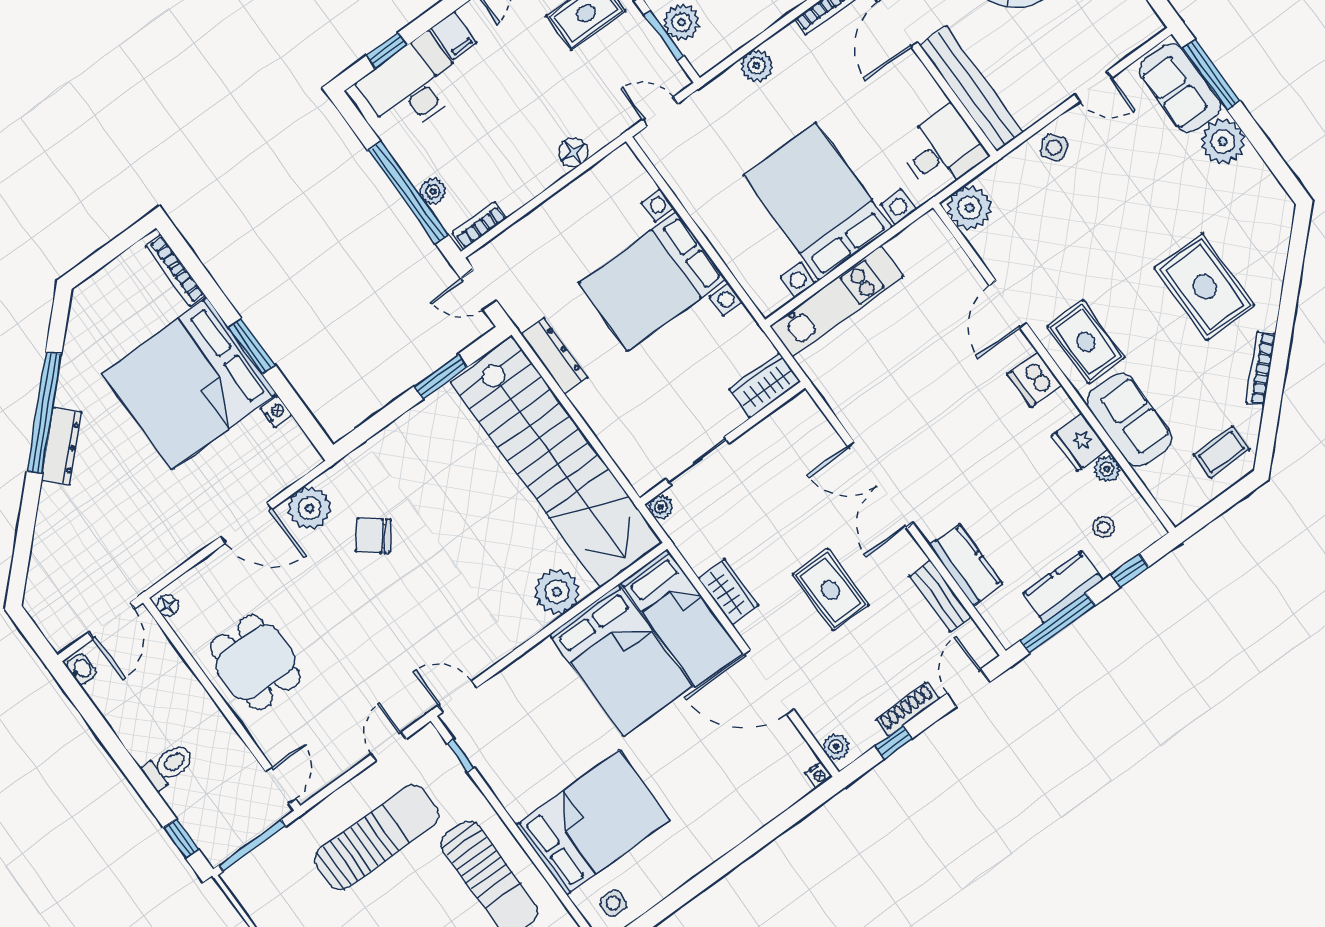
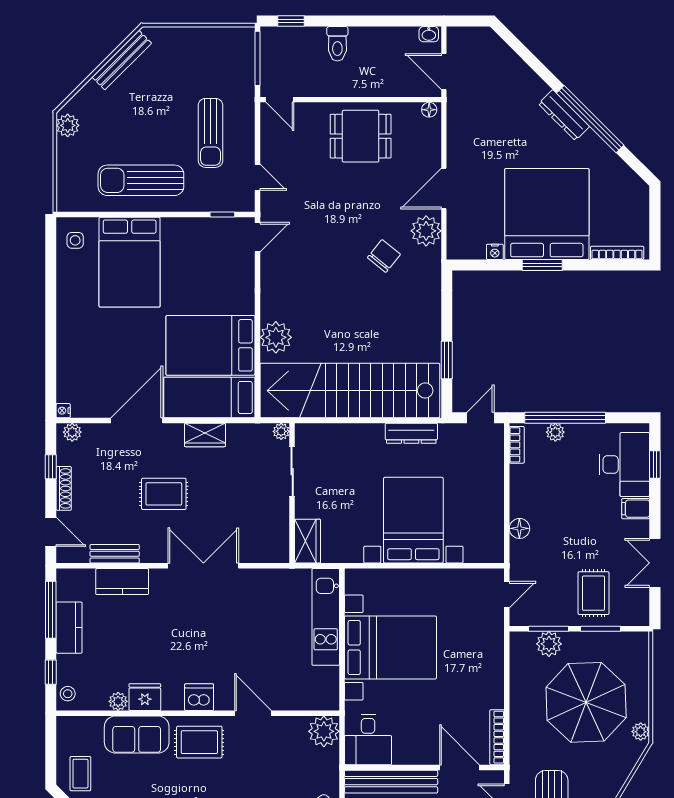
plant: (757, 66) -> (493, 669), removed
stool: (1104, 527) -> (68, 694), moved
sun lounger: (377, 837) -> (210, 133), width x0.73, depth x0.75

